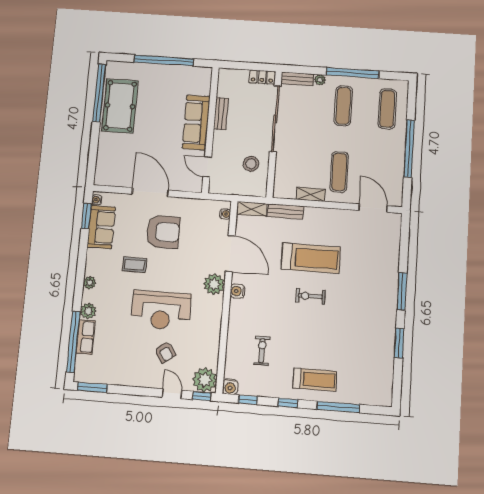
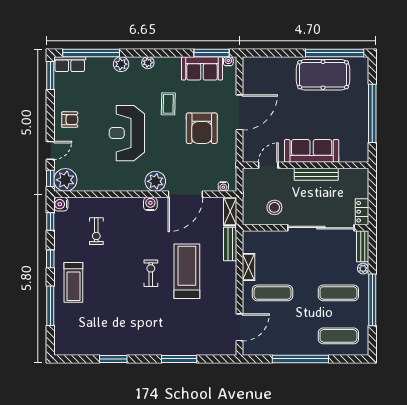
bench: (221, 114) -> (316, 174), width x1.36
window: (86, 216) -> (212, 53), width x1.44
treadmill: (311, 258) -> (187, 271), turned 180
window: (402, 291) -> (179, 359), moved
row of seats: (86, 337) -> (70, 64), moved
exercise bike: (262, 351) -> (96, 231), turned 90
armchair: (165, 352) -> (70, 120), moved, turned -144

